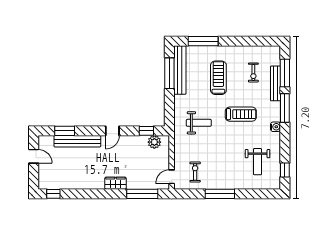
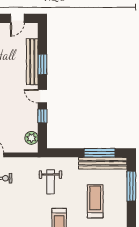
treadmill: (218, 78) -> (95, 201), turned -90
window: (65, 131) -> (42, 64), moved
window: (146, 131) -> (42, 116), moved

